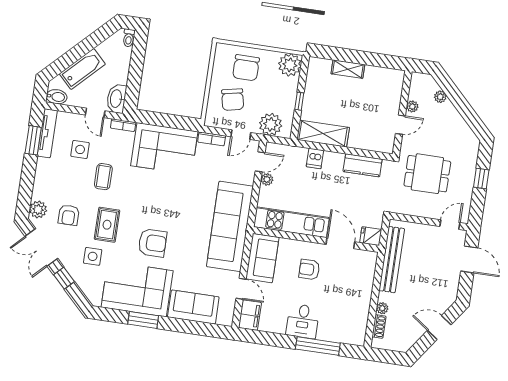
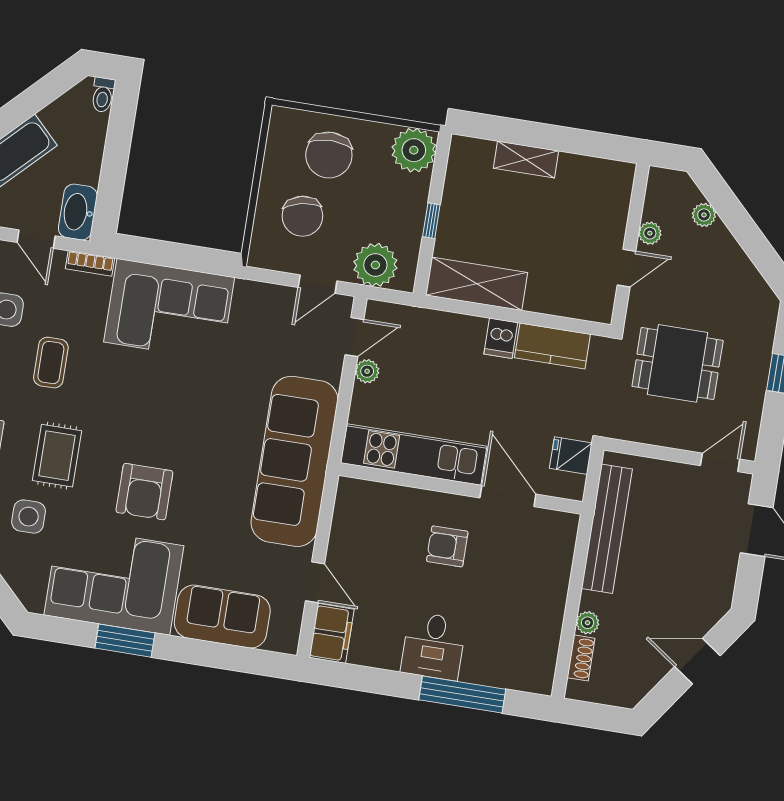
bookcase: (212, 139) -> (261, 292), removed
dishwasher: (315, 158) -> (501, 338), moved
fridge: (371, 236) -> (571, 456), moved
armchair: (152, 243) -> (144, 492), turned 90
sofa: (262, 258) -> (357, 523), removed

